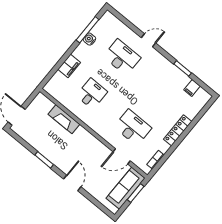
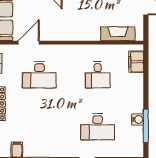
filing cabinet: (69, 66) -> (136, 62), moved
fireplace: (64, 119) -> (118, 34), moved

